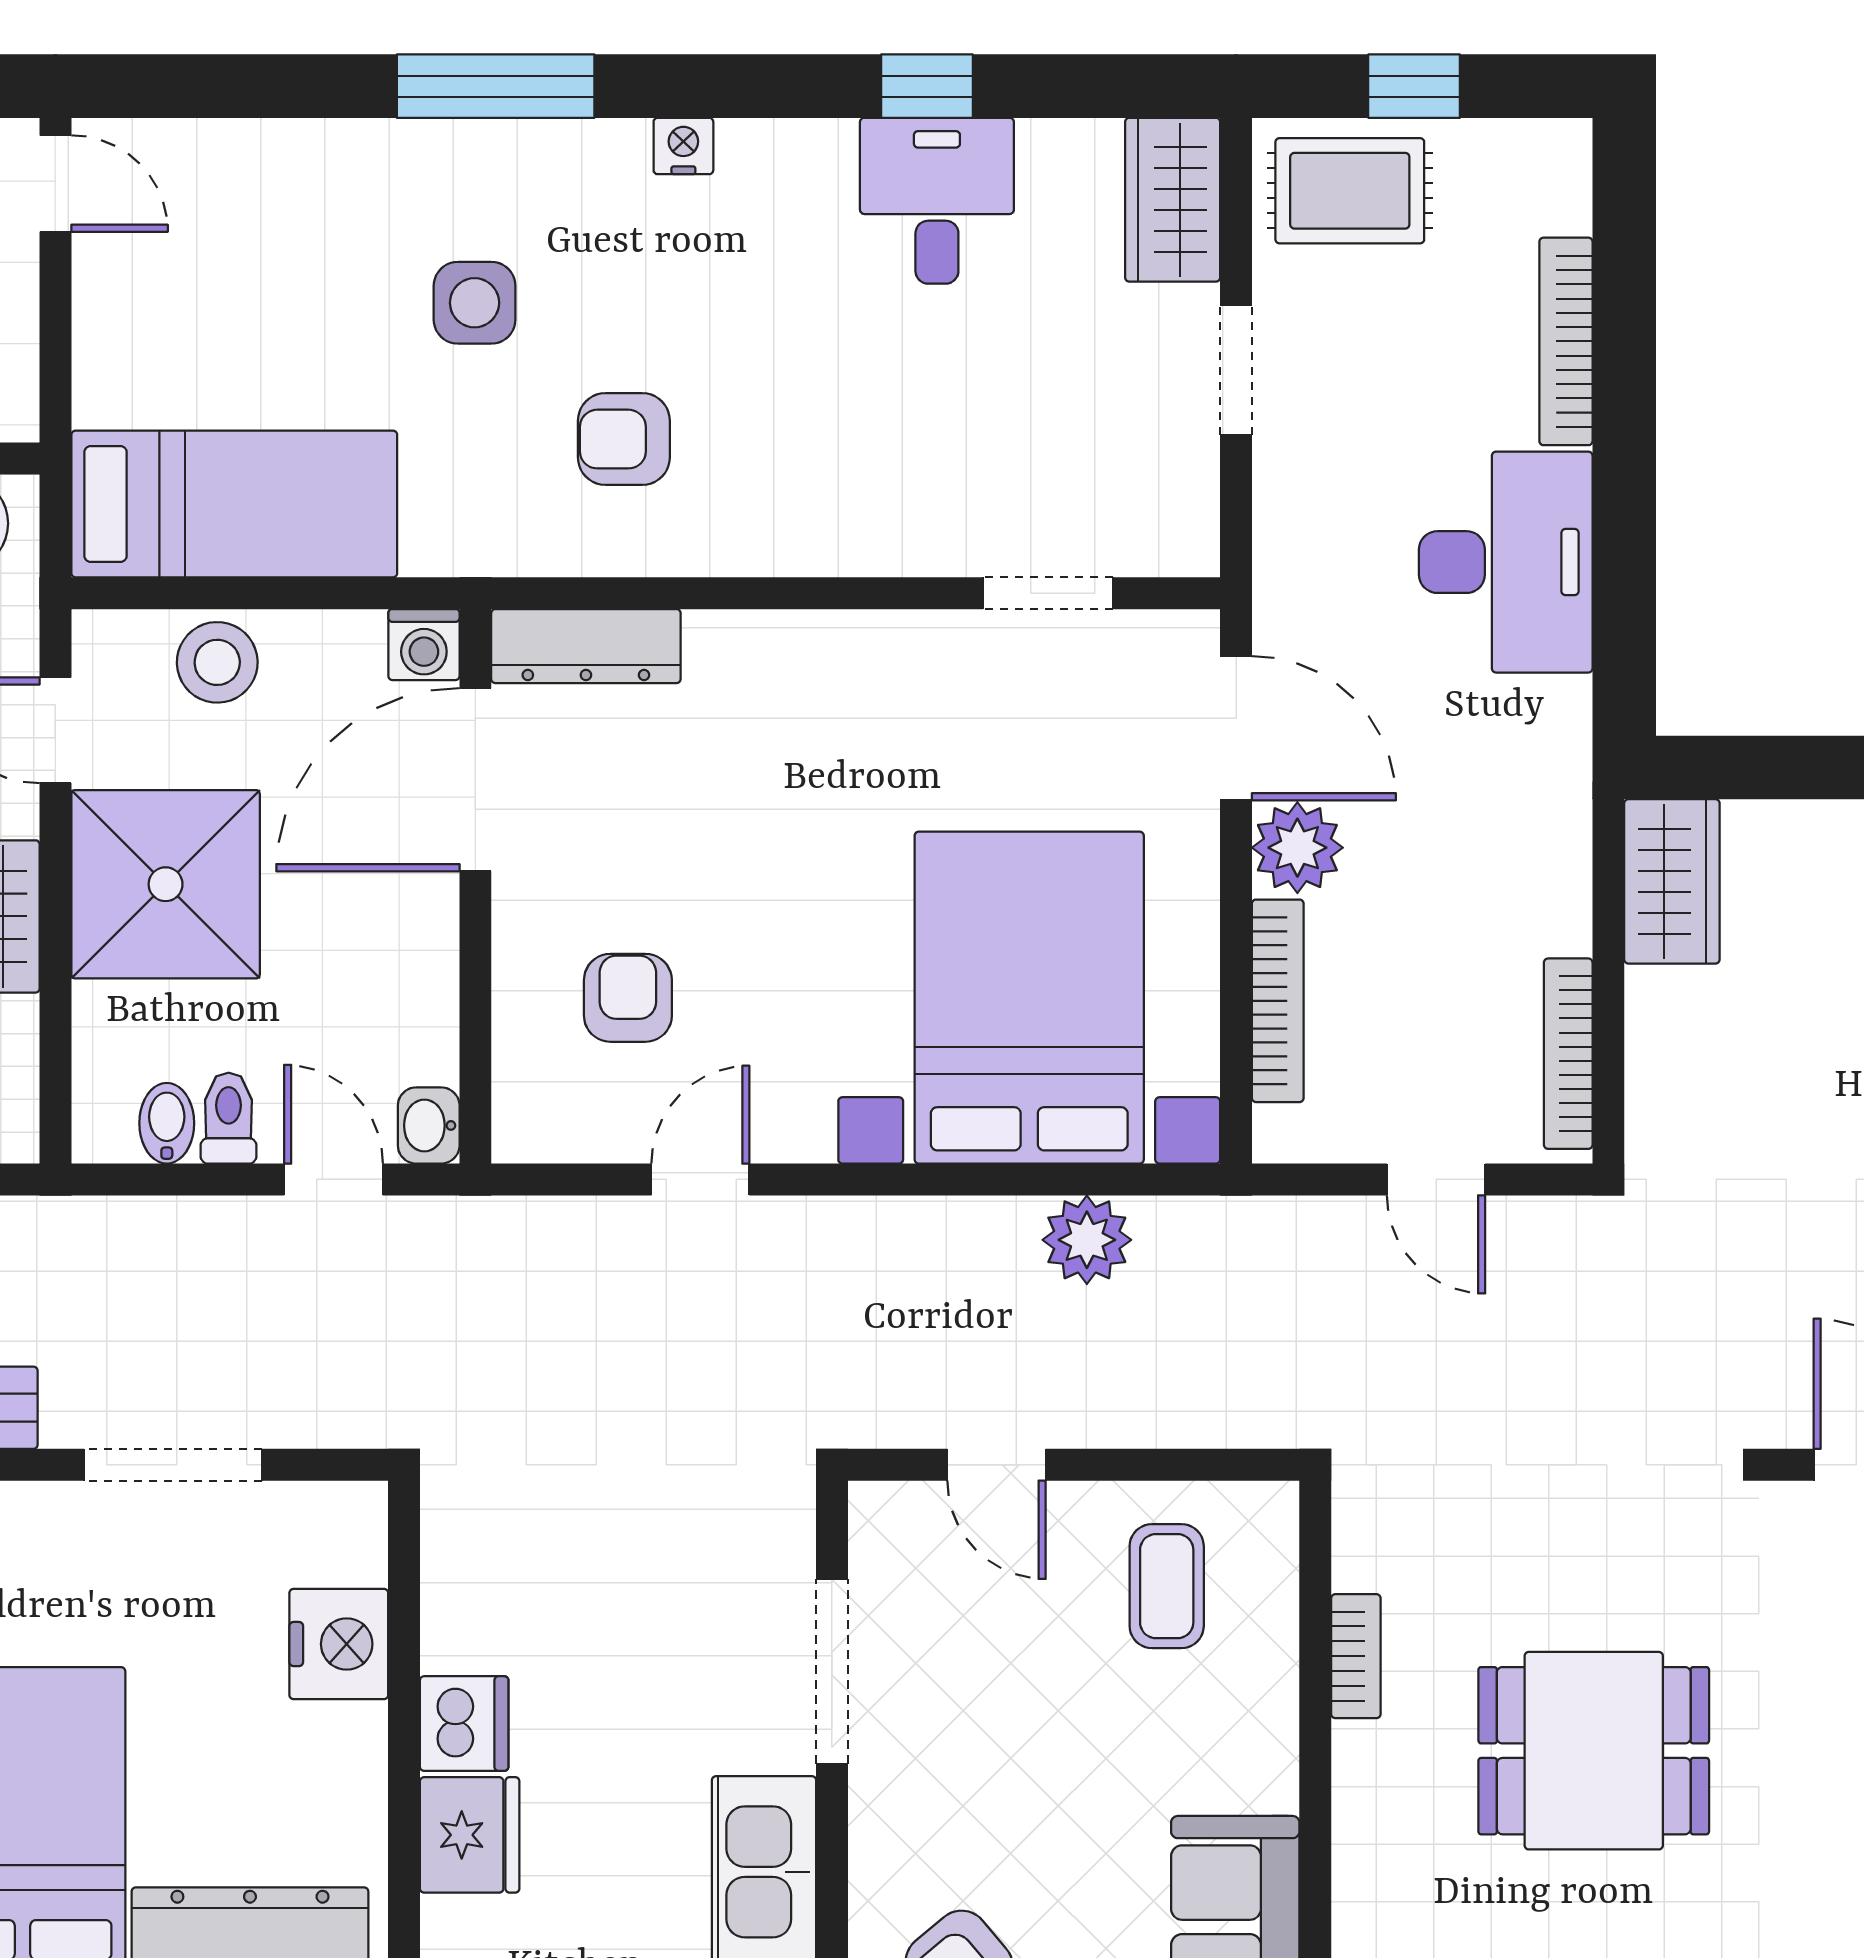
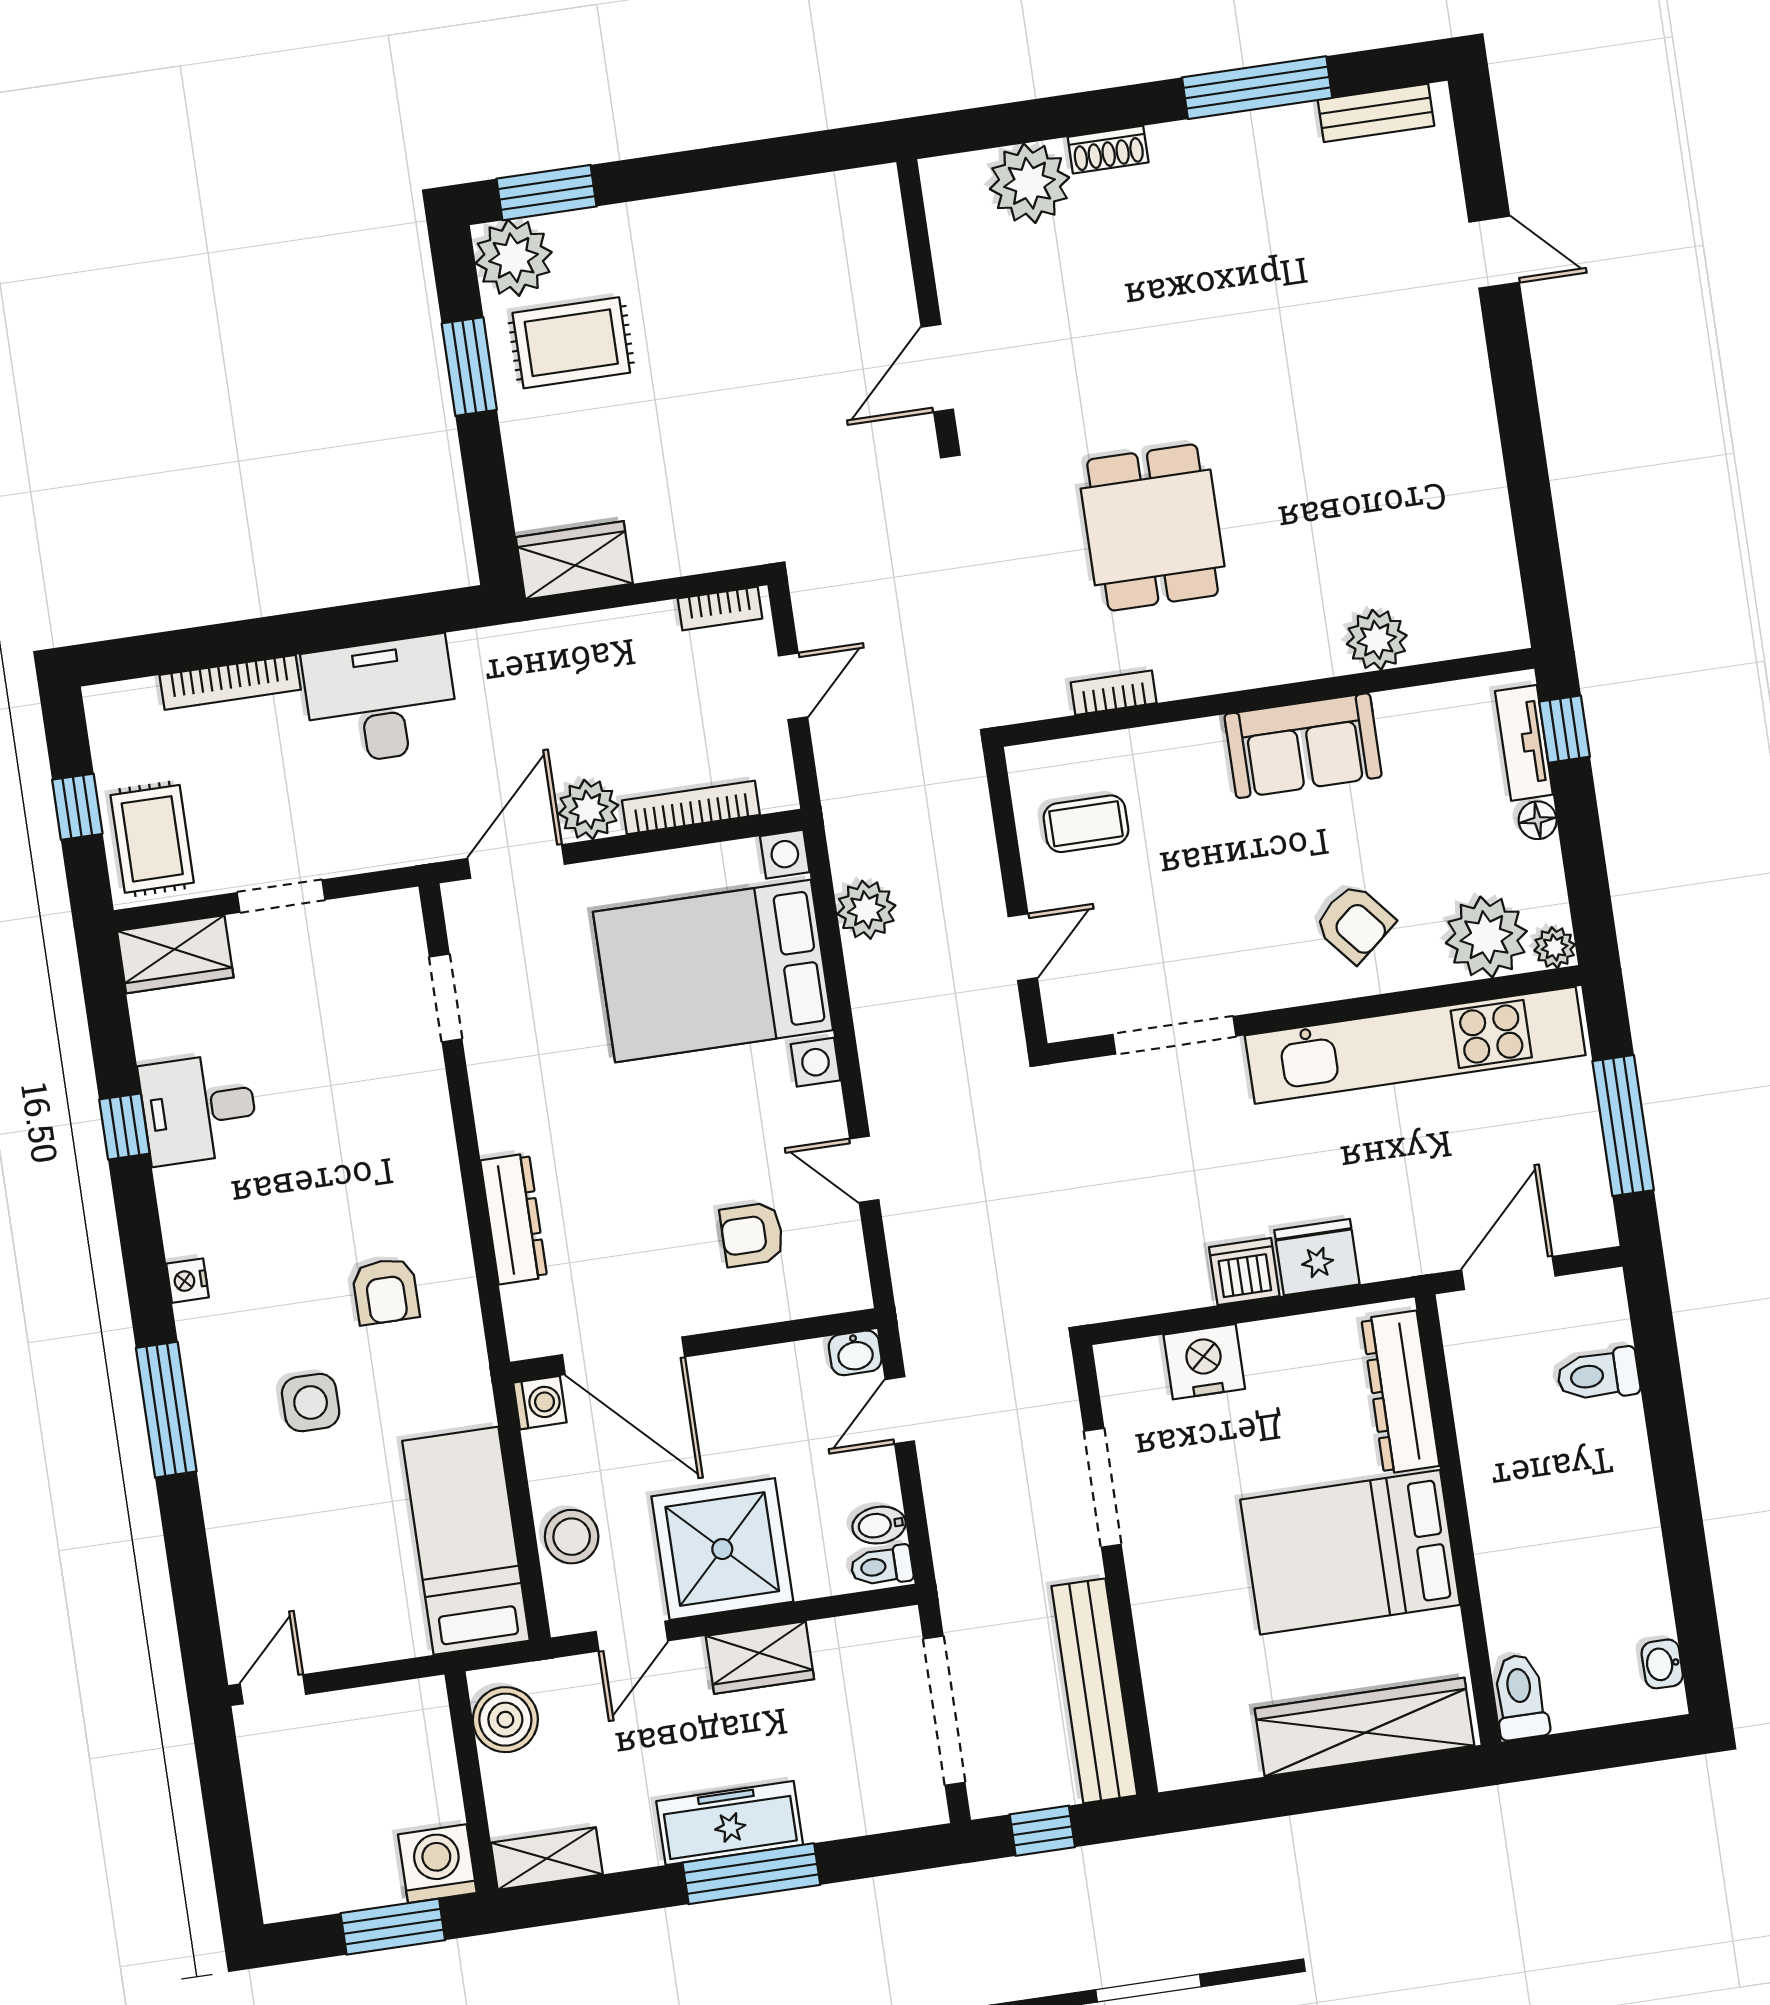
dresser: (586, 646) -> (514, 1219), moved
bookcase: (1568, 1054) -> (720, 608), width x0.64
toilet: (229, 1118) -> (882, 1566), moved

